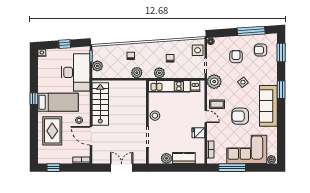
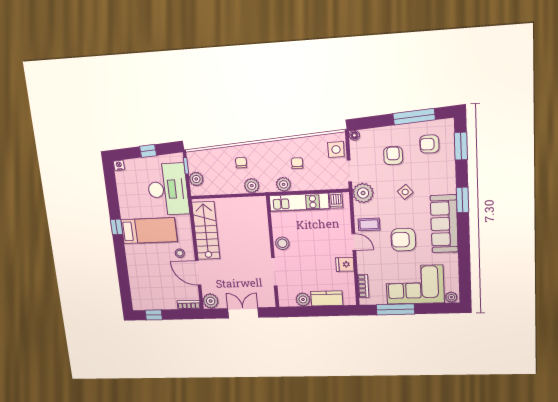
rug: (52, 131) -> (146, 268), removed
plant: (98, 158) -> (211, 301), added

